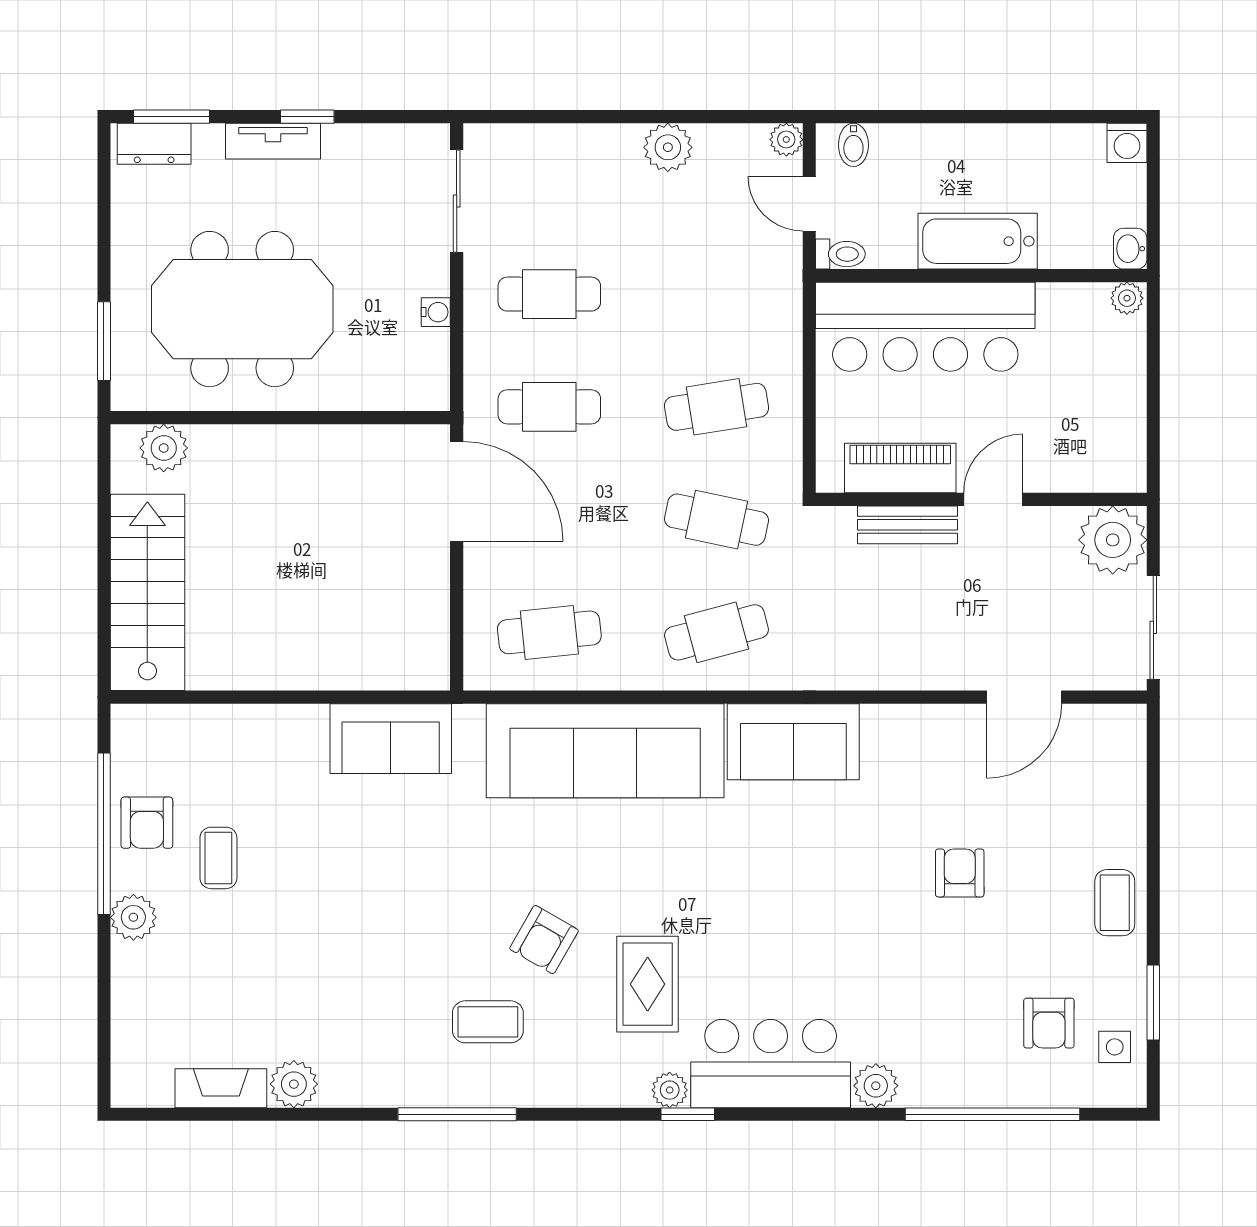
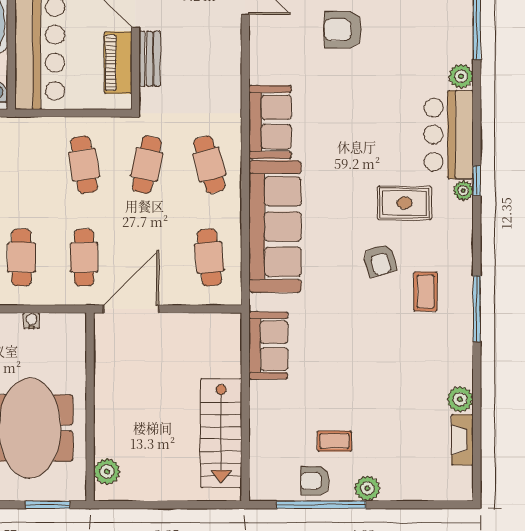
stairs: (147, 592) -> (221, 433), moved, turned -90
armchair: (147, 823) -> (315, 481), turned 180
armchair: (960, 873) -> (343, 30), width x1.38, depth x1.38
armchair: (544, 940) -> (380, 260), turned 44

